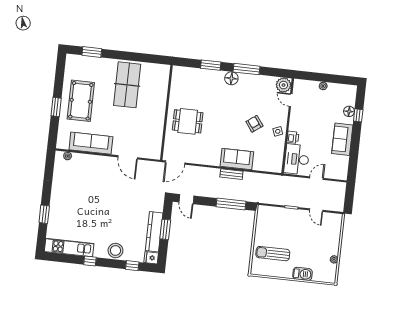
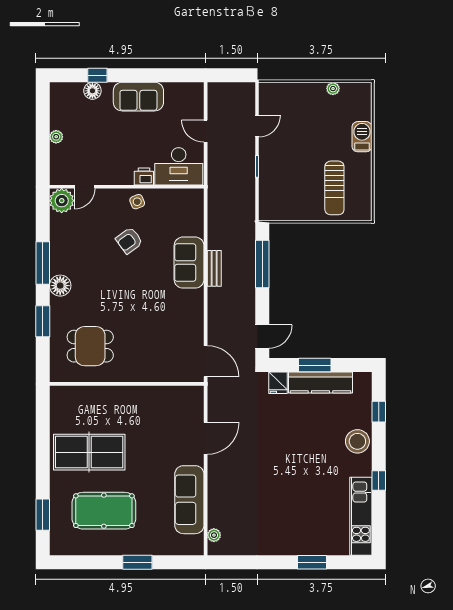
pool table: (81, 101) -> (104, 511), moved
dining table: (188, 121) -> (90, 346), moved, turned 90
fridge: (151, 258) -> (278, 383), moved

